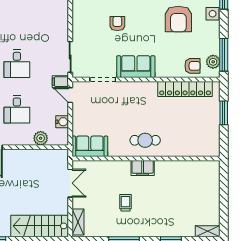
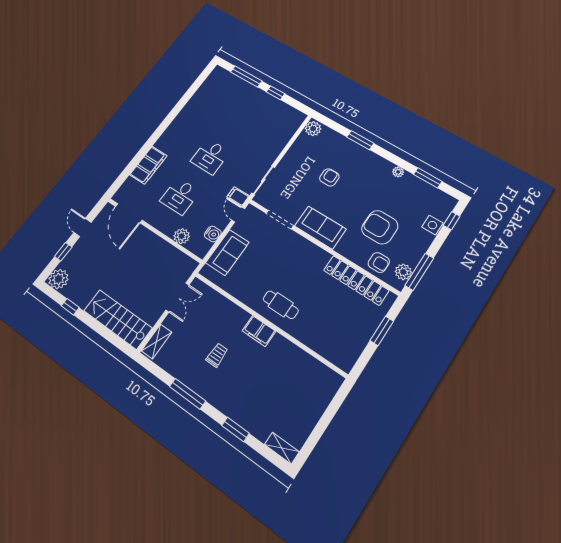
armchair: (178, 19) -> (380, 227), moved, turned 90
sofa: (90, 146) -> (227, 253), moved, turned 90

